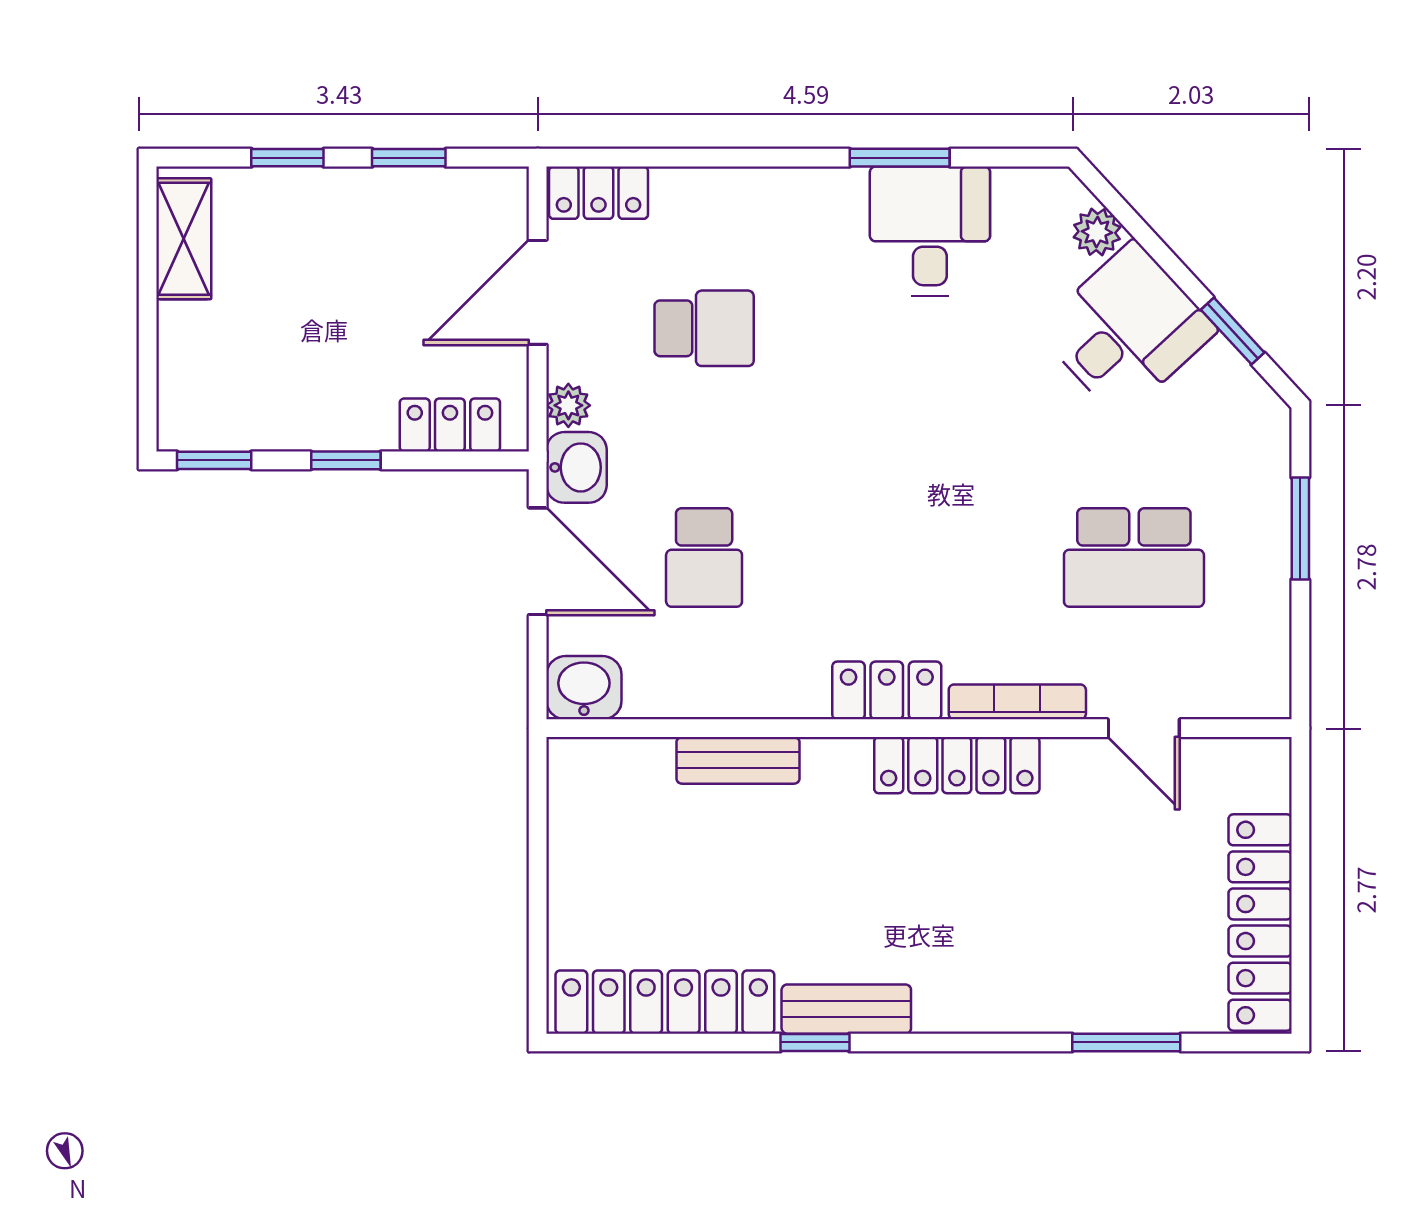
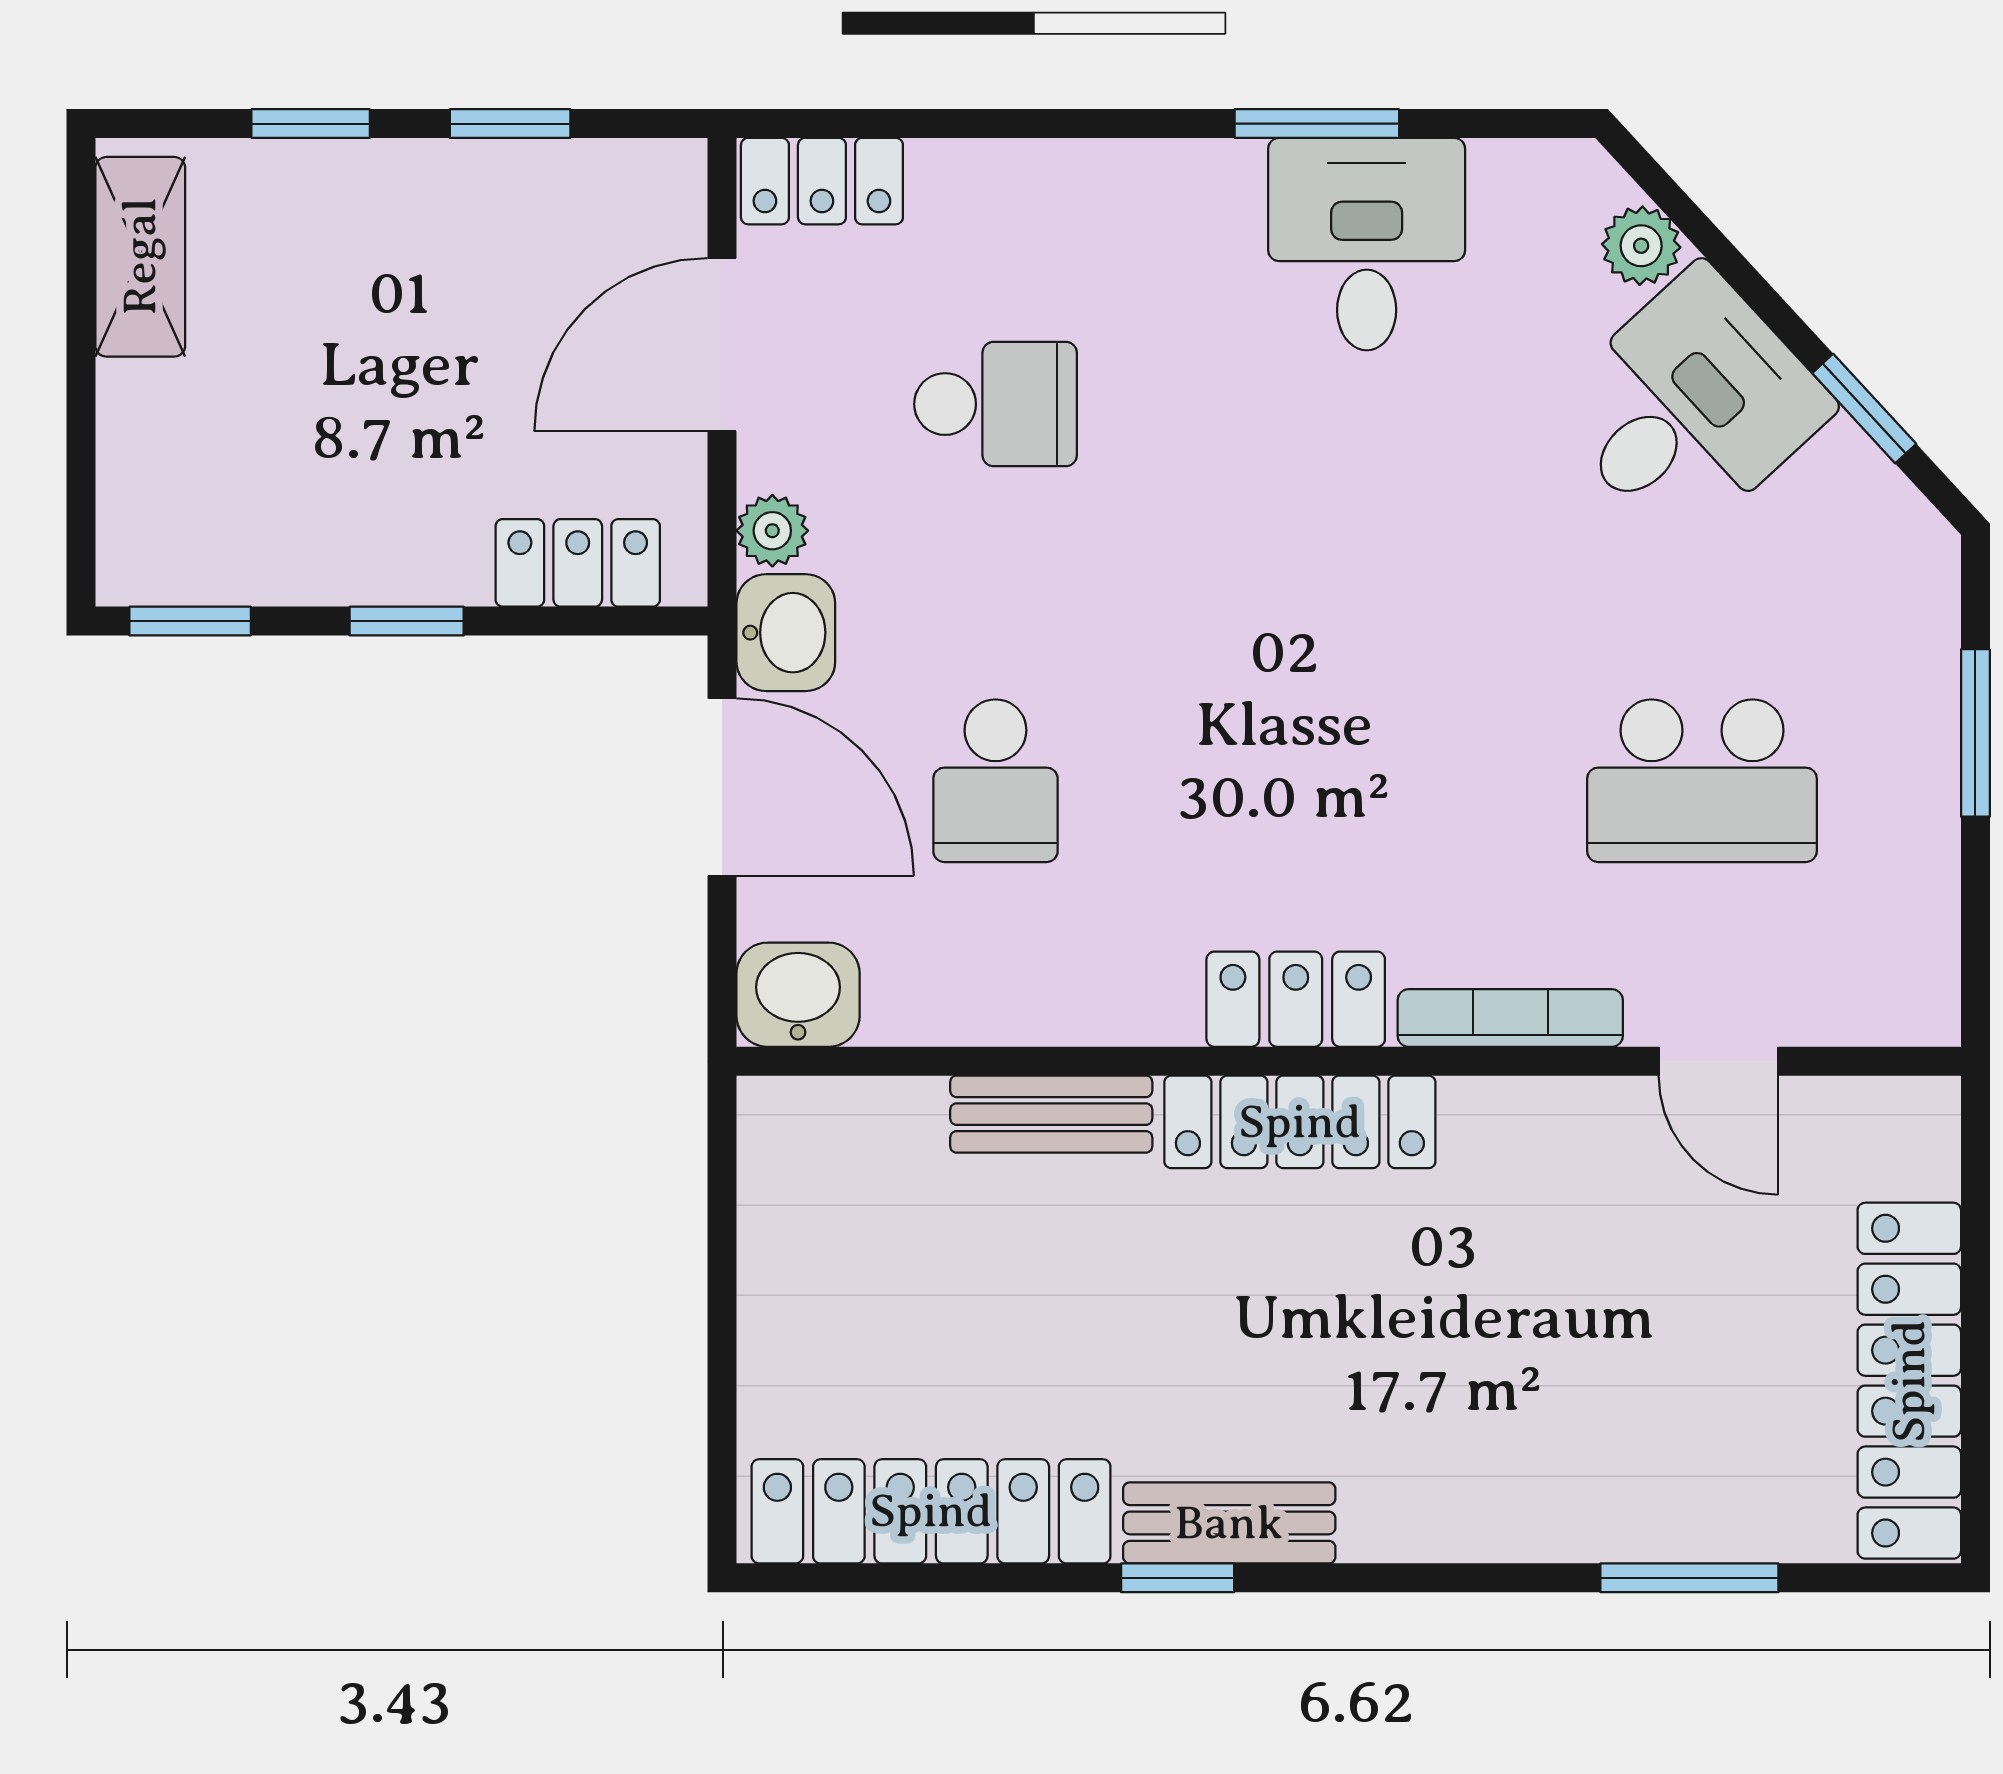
locker: (957, 765) -> (1300, 1122), moved

